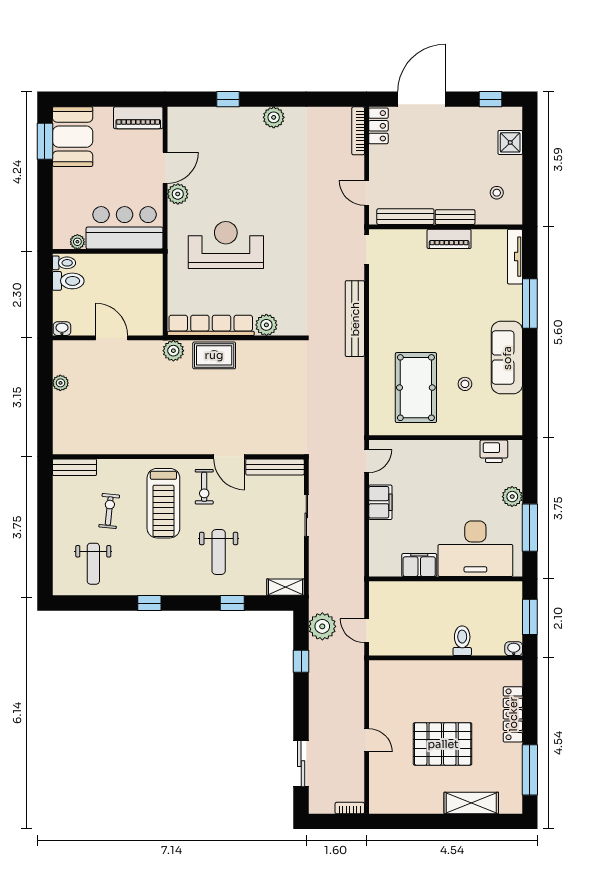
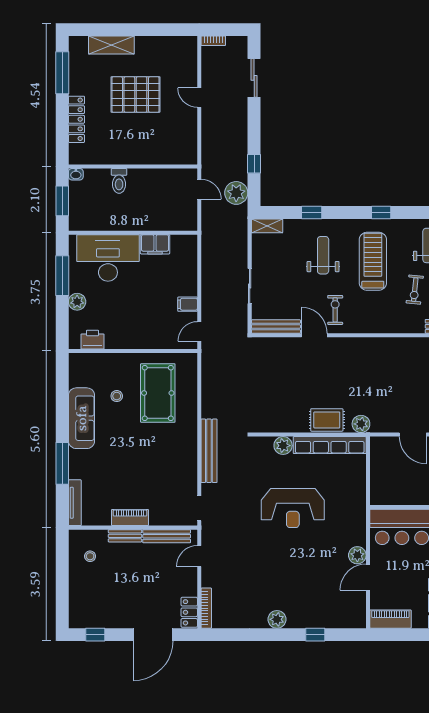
shower: (510, 142) -> (79, 598), removed
door: (367, 193) -> (199, 556), swing flipped
reception desk: (226, 245) -> (293, 508), moved
filing cabinet: (380, 502) -> (188, 304), width x0.50
treadmill: (163, 503) -> (373, 261), moved

